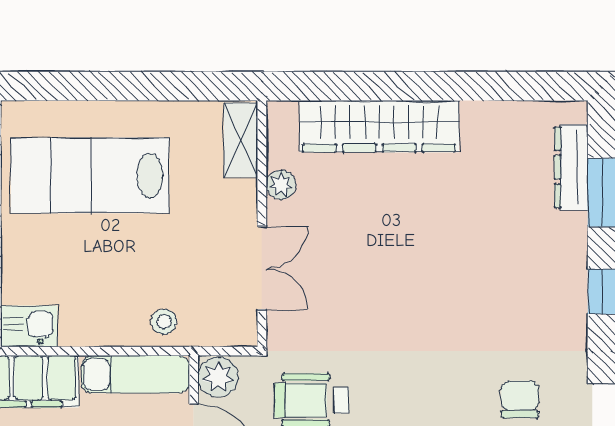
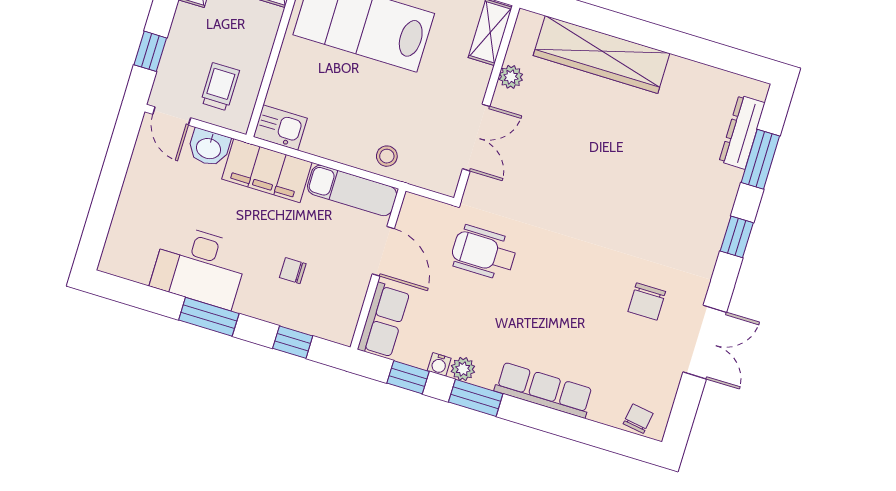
plant: (218, 377) -> (416, 212), removed
chair: (520, 399) -> (647, 301), turned 180

